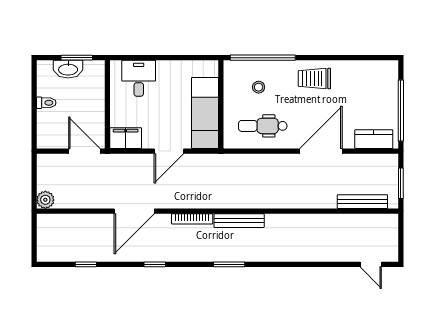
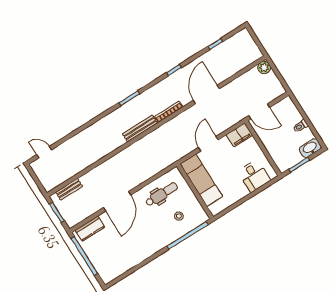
washbasin: (68, 69) -> (310, 148), moved
trolley: (314, 78) -> (149, 242), removed
bench: (362, 202) -> (69, 189), width x0.73

